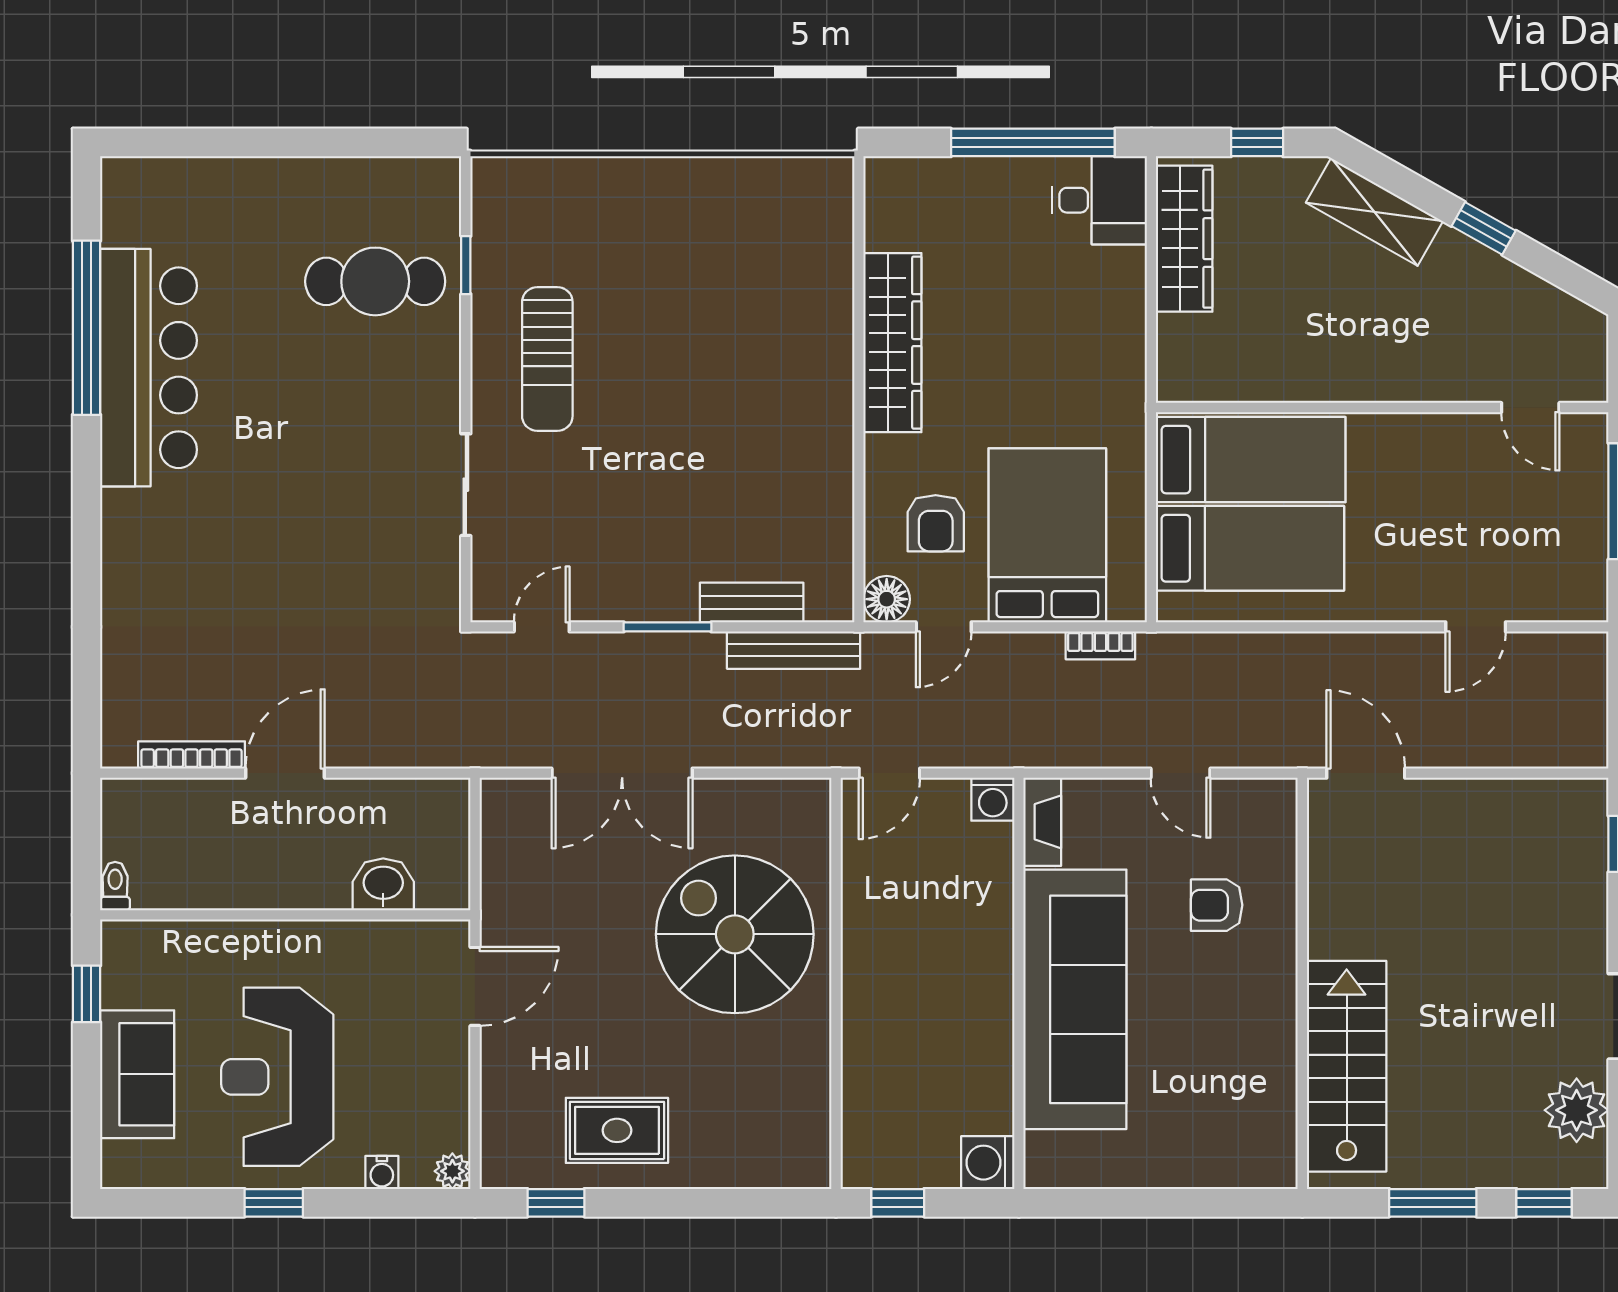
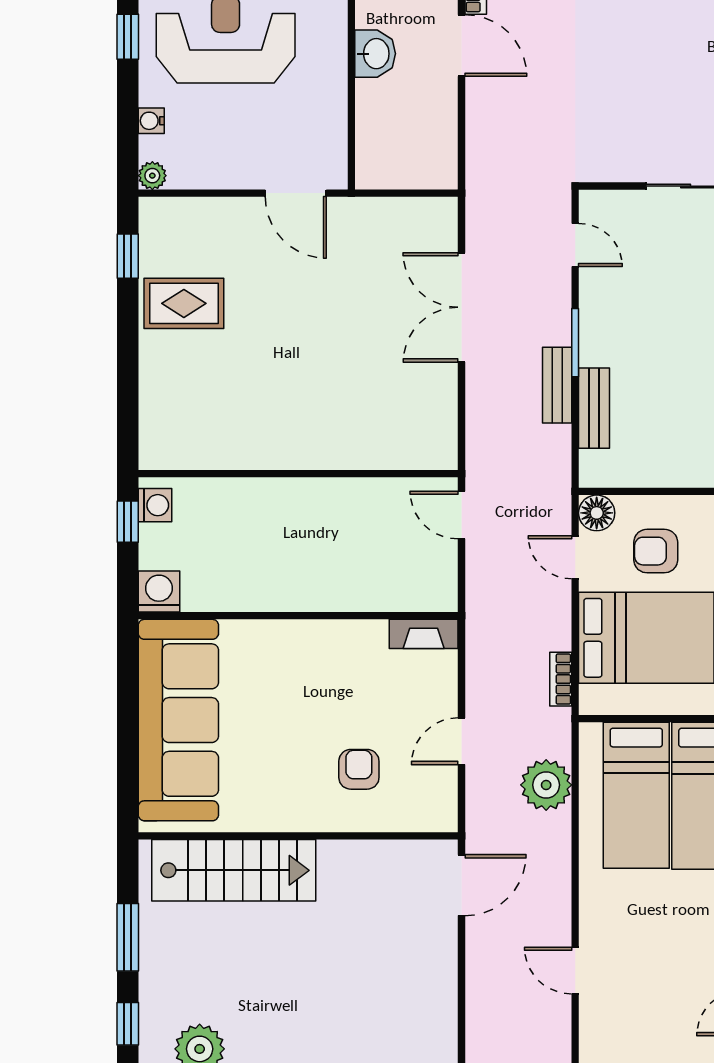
bench: (794, 650) -> (557, 385), moved, width x0.73
plant: (1237, 664) -> (546, 785), added
washing machine: (993, 799) -> (155, 505), moved, turned 180
washbasin: (383, 884) -> (375, 54), moved
spiral stairs: (735, 934) -> (336, 395), removed
sofa: (1075, 999) -> (178, 720), moved, turned -90
rug: (617, 1130) -> (184, 303), turned 90

